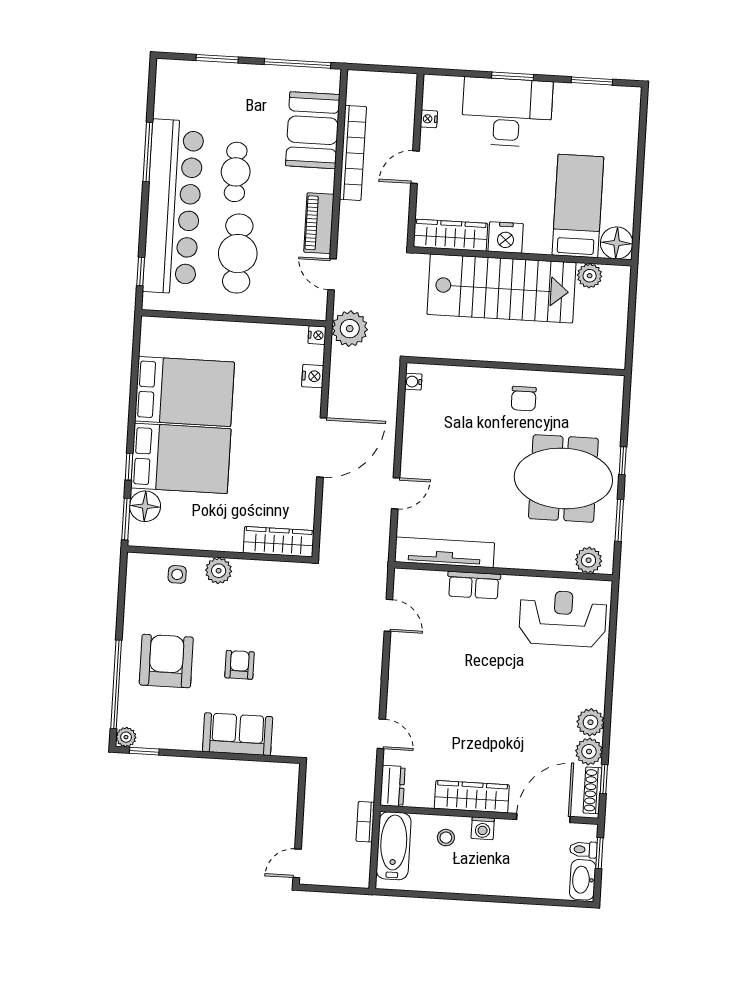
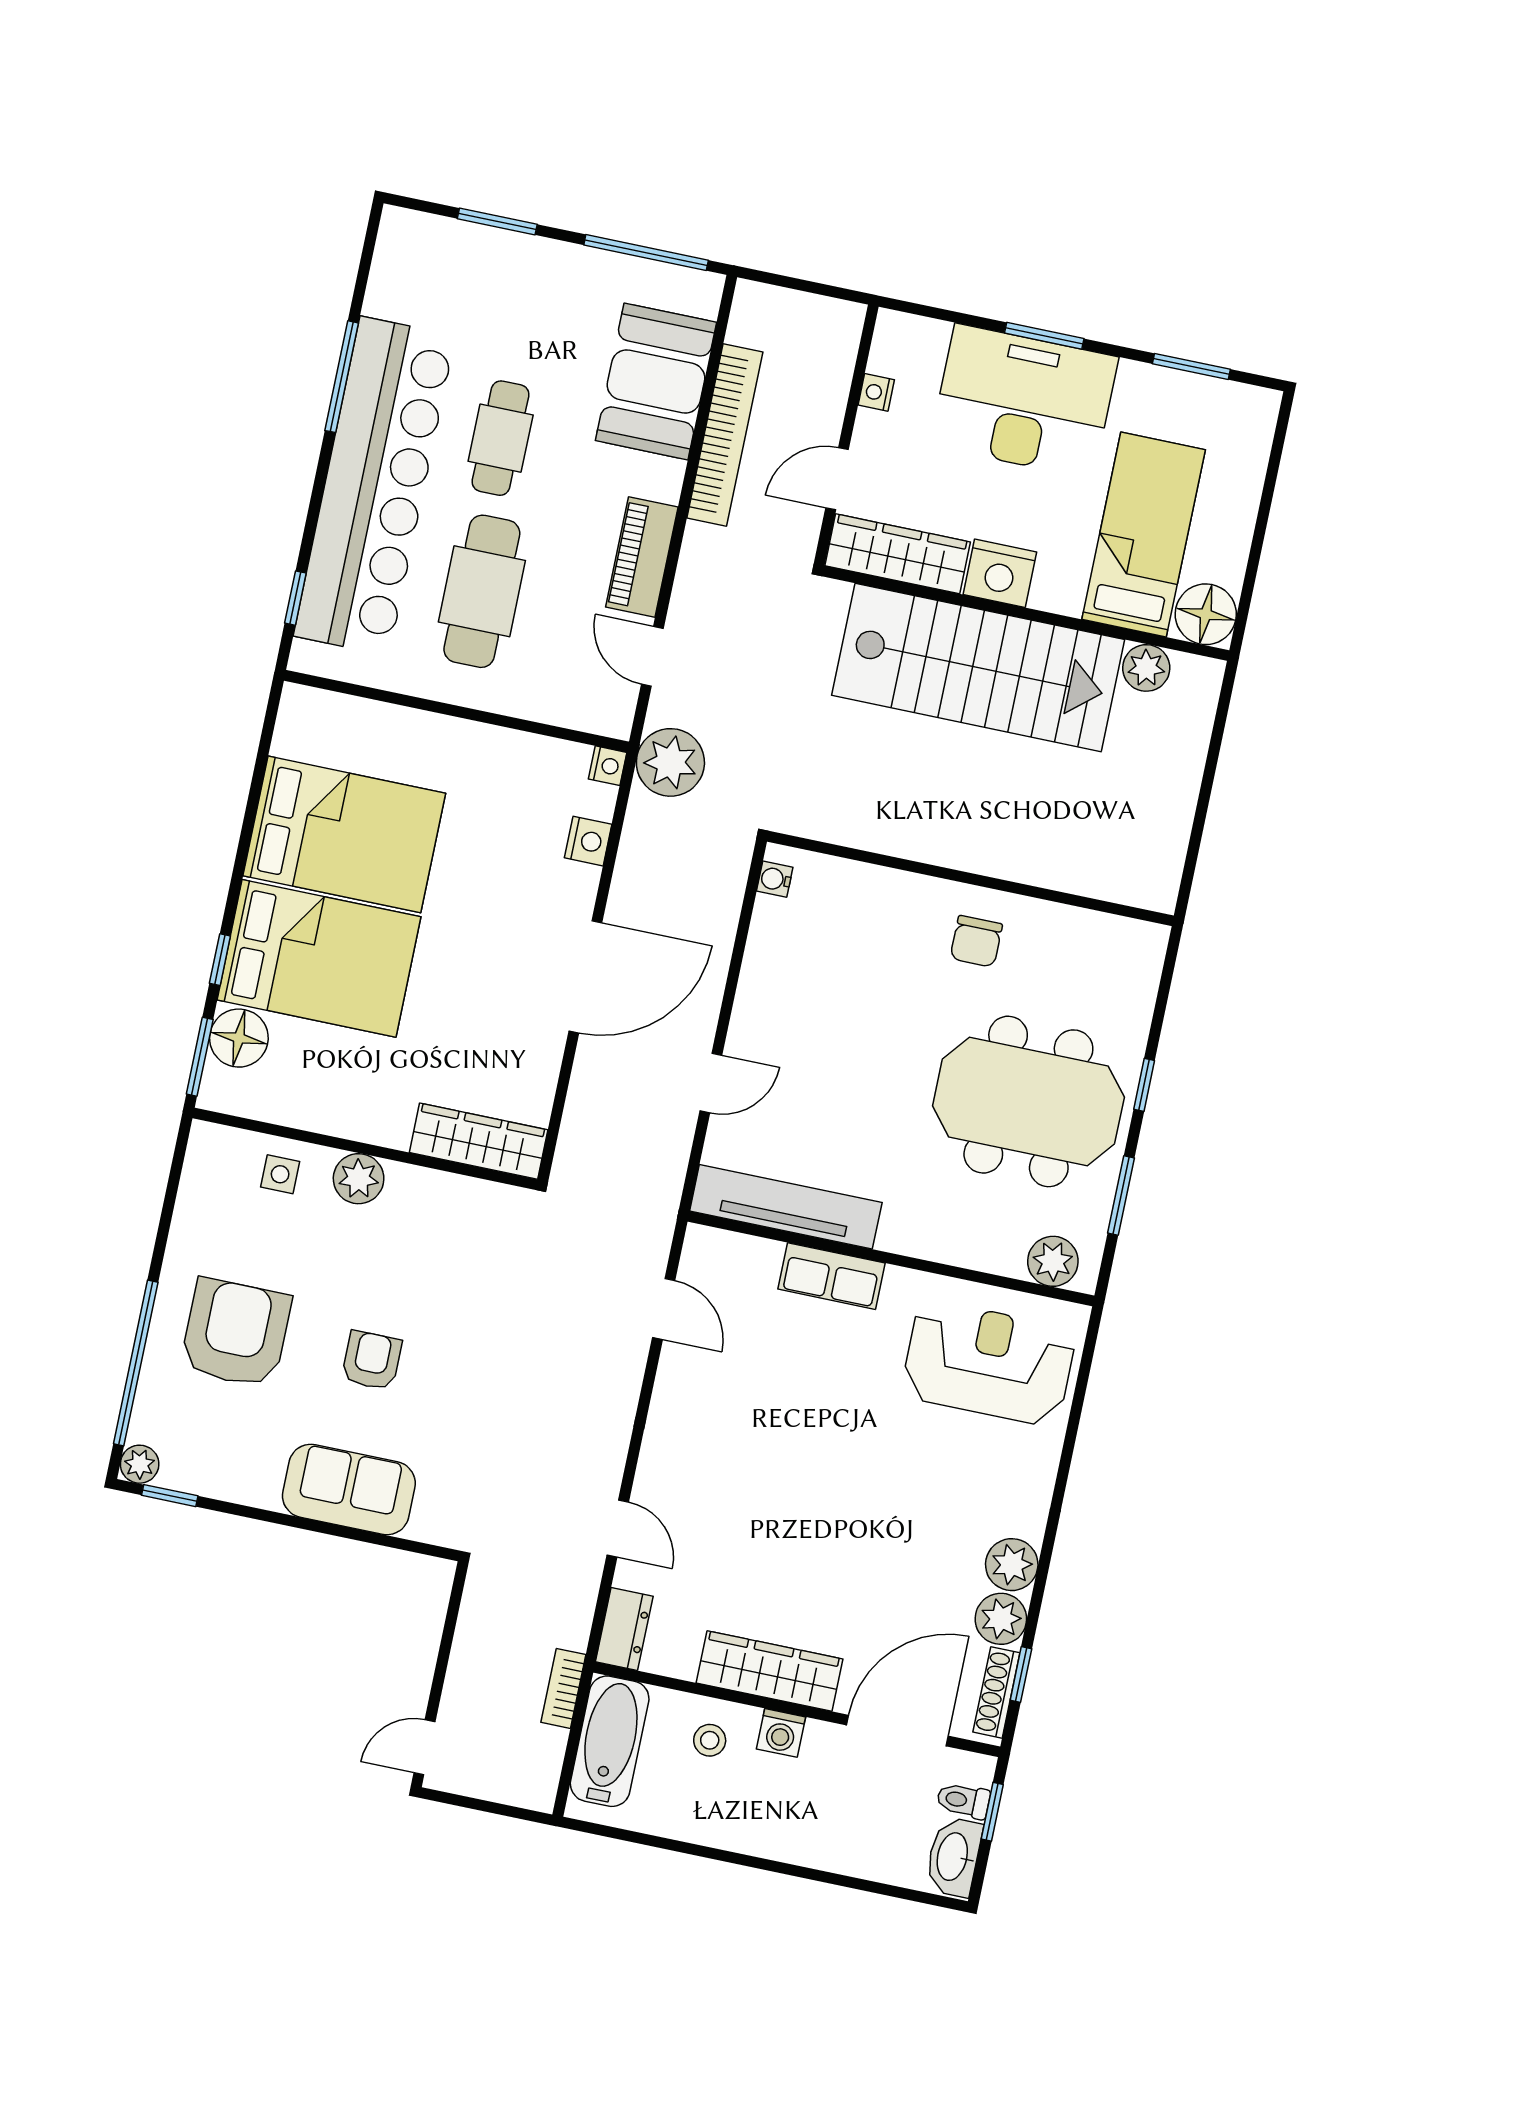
bed: (578, 206) -> (1144, 534), moved
wardrobe: (451, 235) -> (898, 554), moved
nightstand: (506, 237) -> (1000, 573), moved
floor lamp: (617, 243) -> (1206, 614), moved
wall: (522, 256) -> (1026, 613), moved
plant: (590, 276) -> (1146, 668), moved
stairs: (501, 288) -> (978, 667), moved

